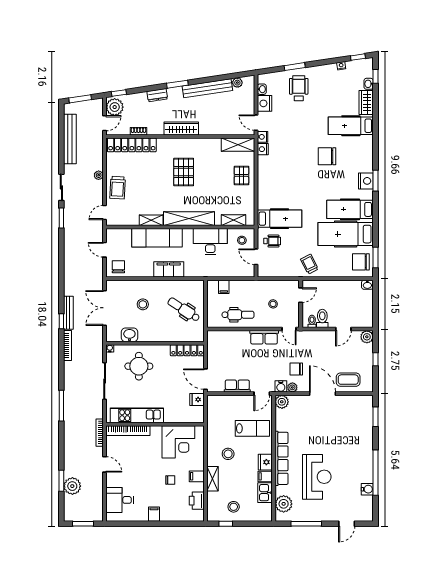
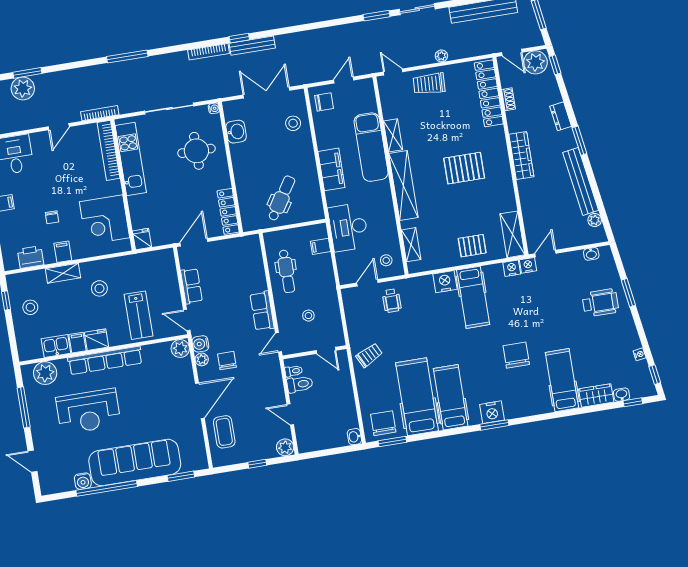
nightstand: (265, 103) -> (445, 282), moved
hospital bed: (279, 219) -> (473, 297), moved
desk: (210, 242) -> (348, 227), moved, turned 180
stool: (143, 304) -> (293, 123), moved
fridge: (197, 399) -> (142, 239), moved
sofa: (360, 449) -> (135, 462), added

